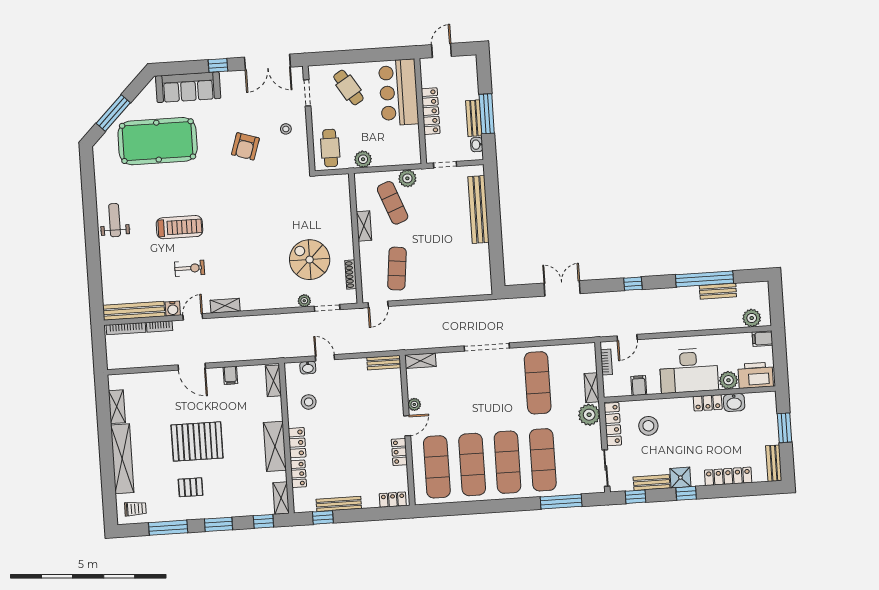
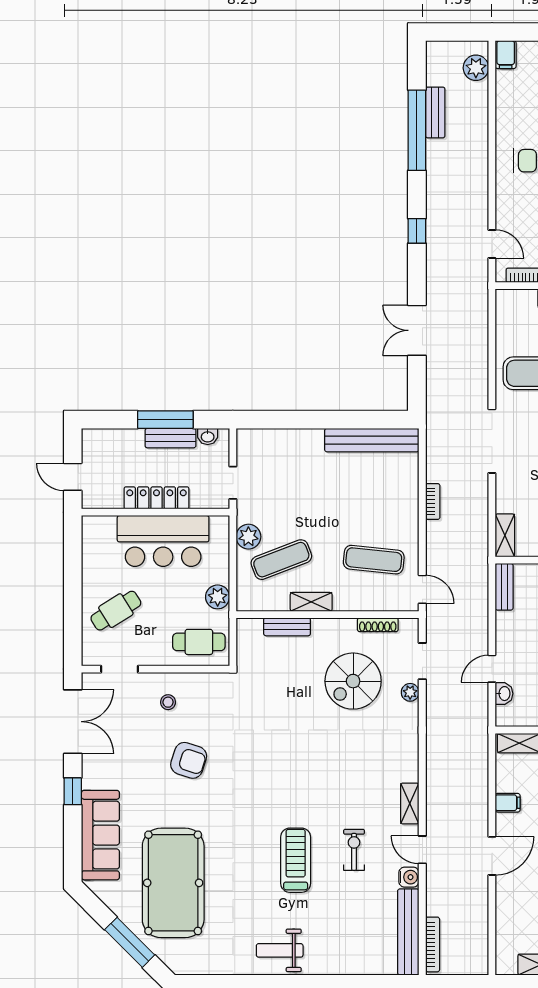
bar counter: (399, 92) -> (163, 541), moved
bench: (345, 210) -> (287, 627), added
bench: (478, 210) -> (372, 440), moved
bookcase: (159, 326) -> (433, 501), moved

